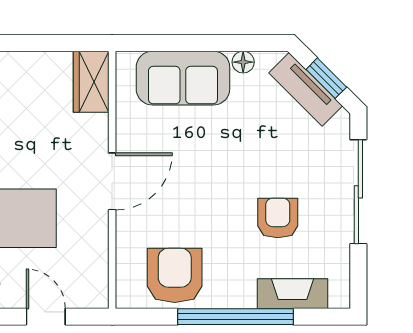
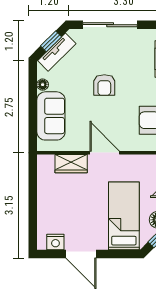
wardrobe: (91, 82) -> (71, 164), moved
armchair: (278, 218) -> (104, 85), moved, turned -90

